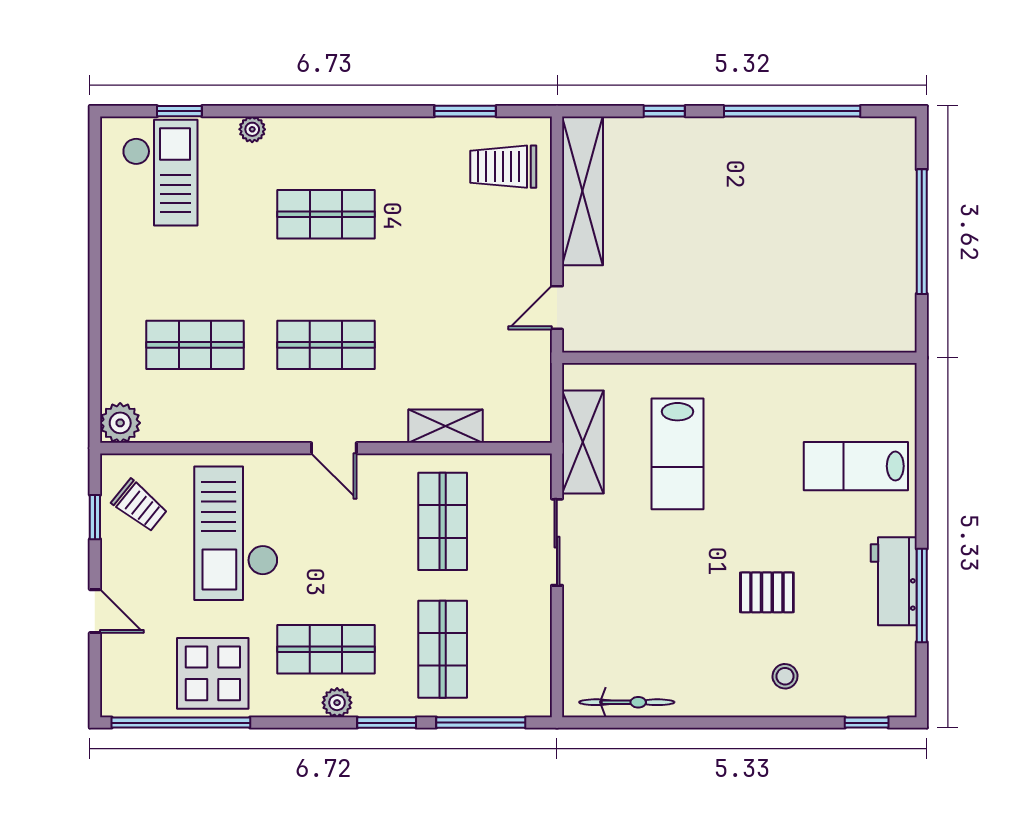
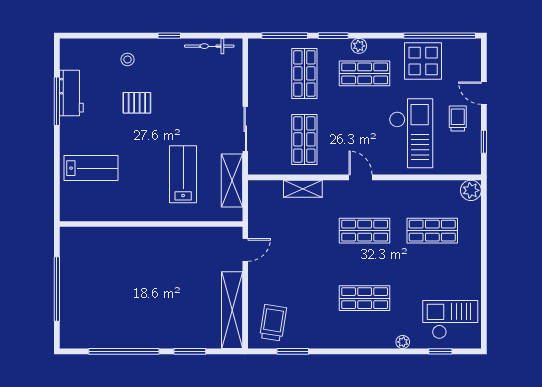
window: (664, 111) -> (190, 351), width x1.50
trolley: (503, 167) -> (273, 323), turned -81
checkout: (160, 173) -> (450, 320), turned 90
trolley: (140, 506) -> (458, 119), moved, turned 51
workbench: (894, 581) -> (71, 93), moved
window: (867, 723) -> (169, 36), moved

